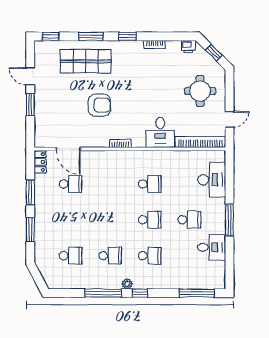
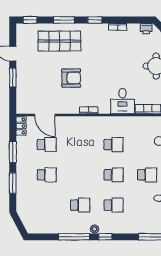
school desk: (70, 256) -> (47, 175), moved

